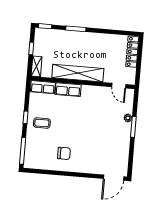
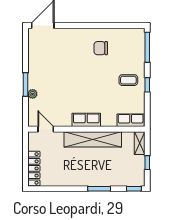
row of seats: (68, 90) -> (86, 120), moved

